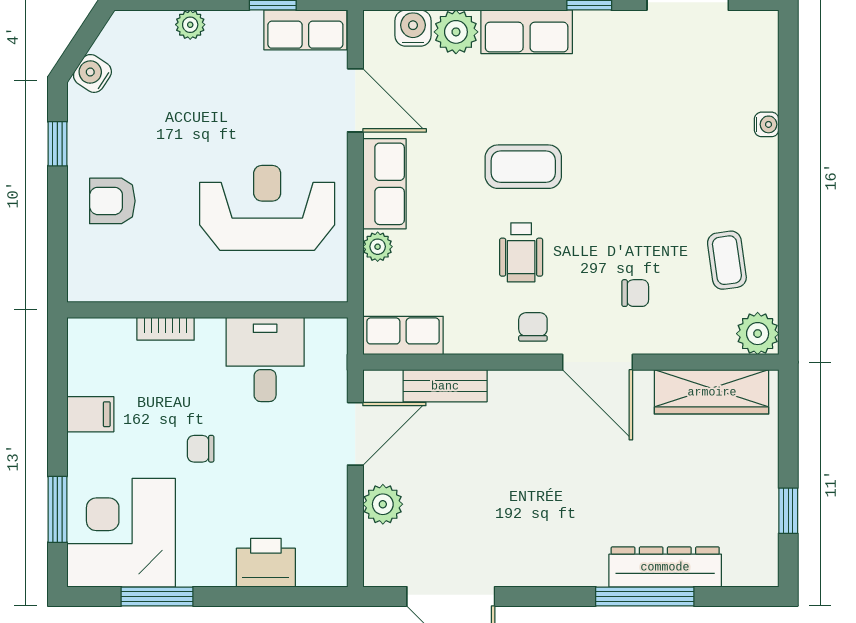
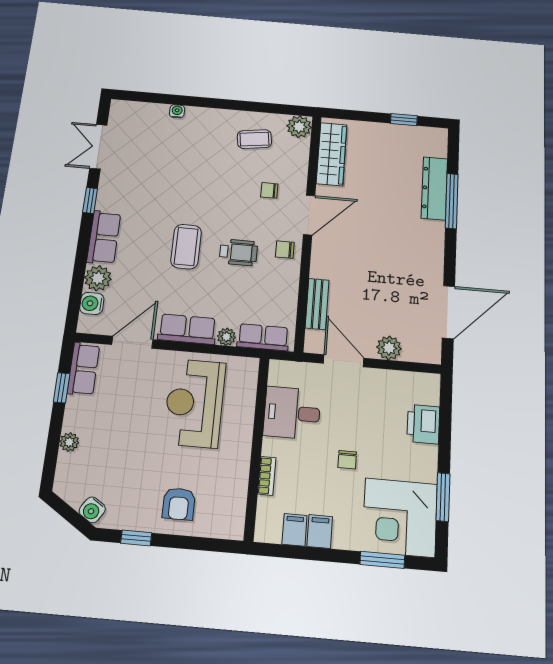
chair: (635, 293) -> (269, 190), turned -90
row of seats: (403, 336) -> (263, 337), moved, turned 90
filing cabinet: (90, 377) -> (294, 530), added

